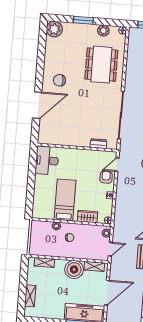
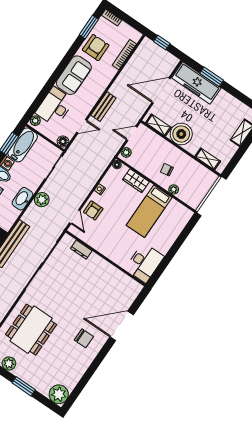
door: (117, 165) -> (75, 217), hinge flipped

